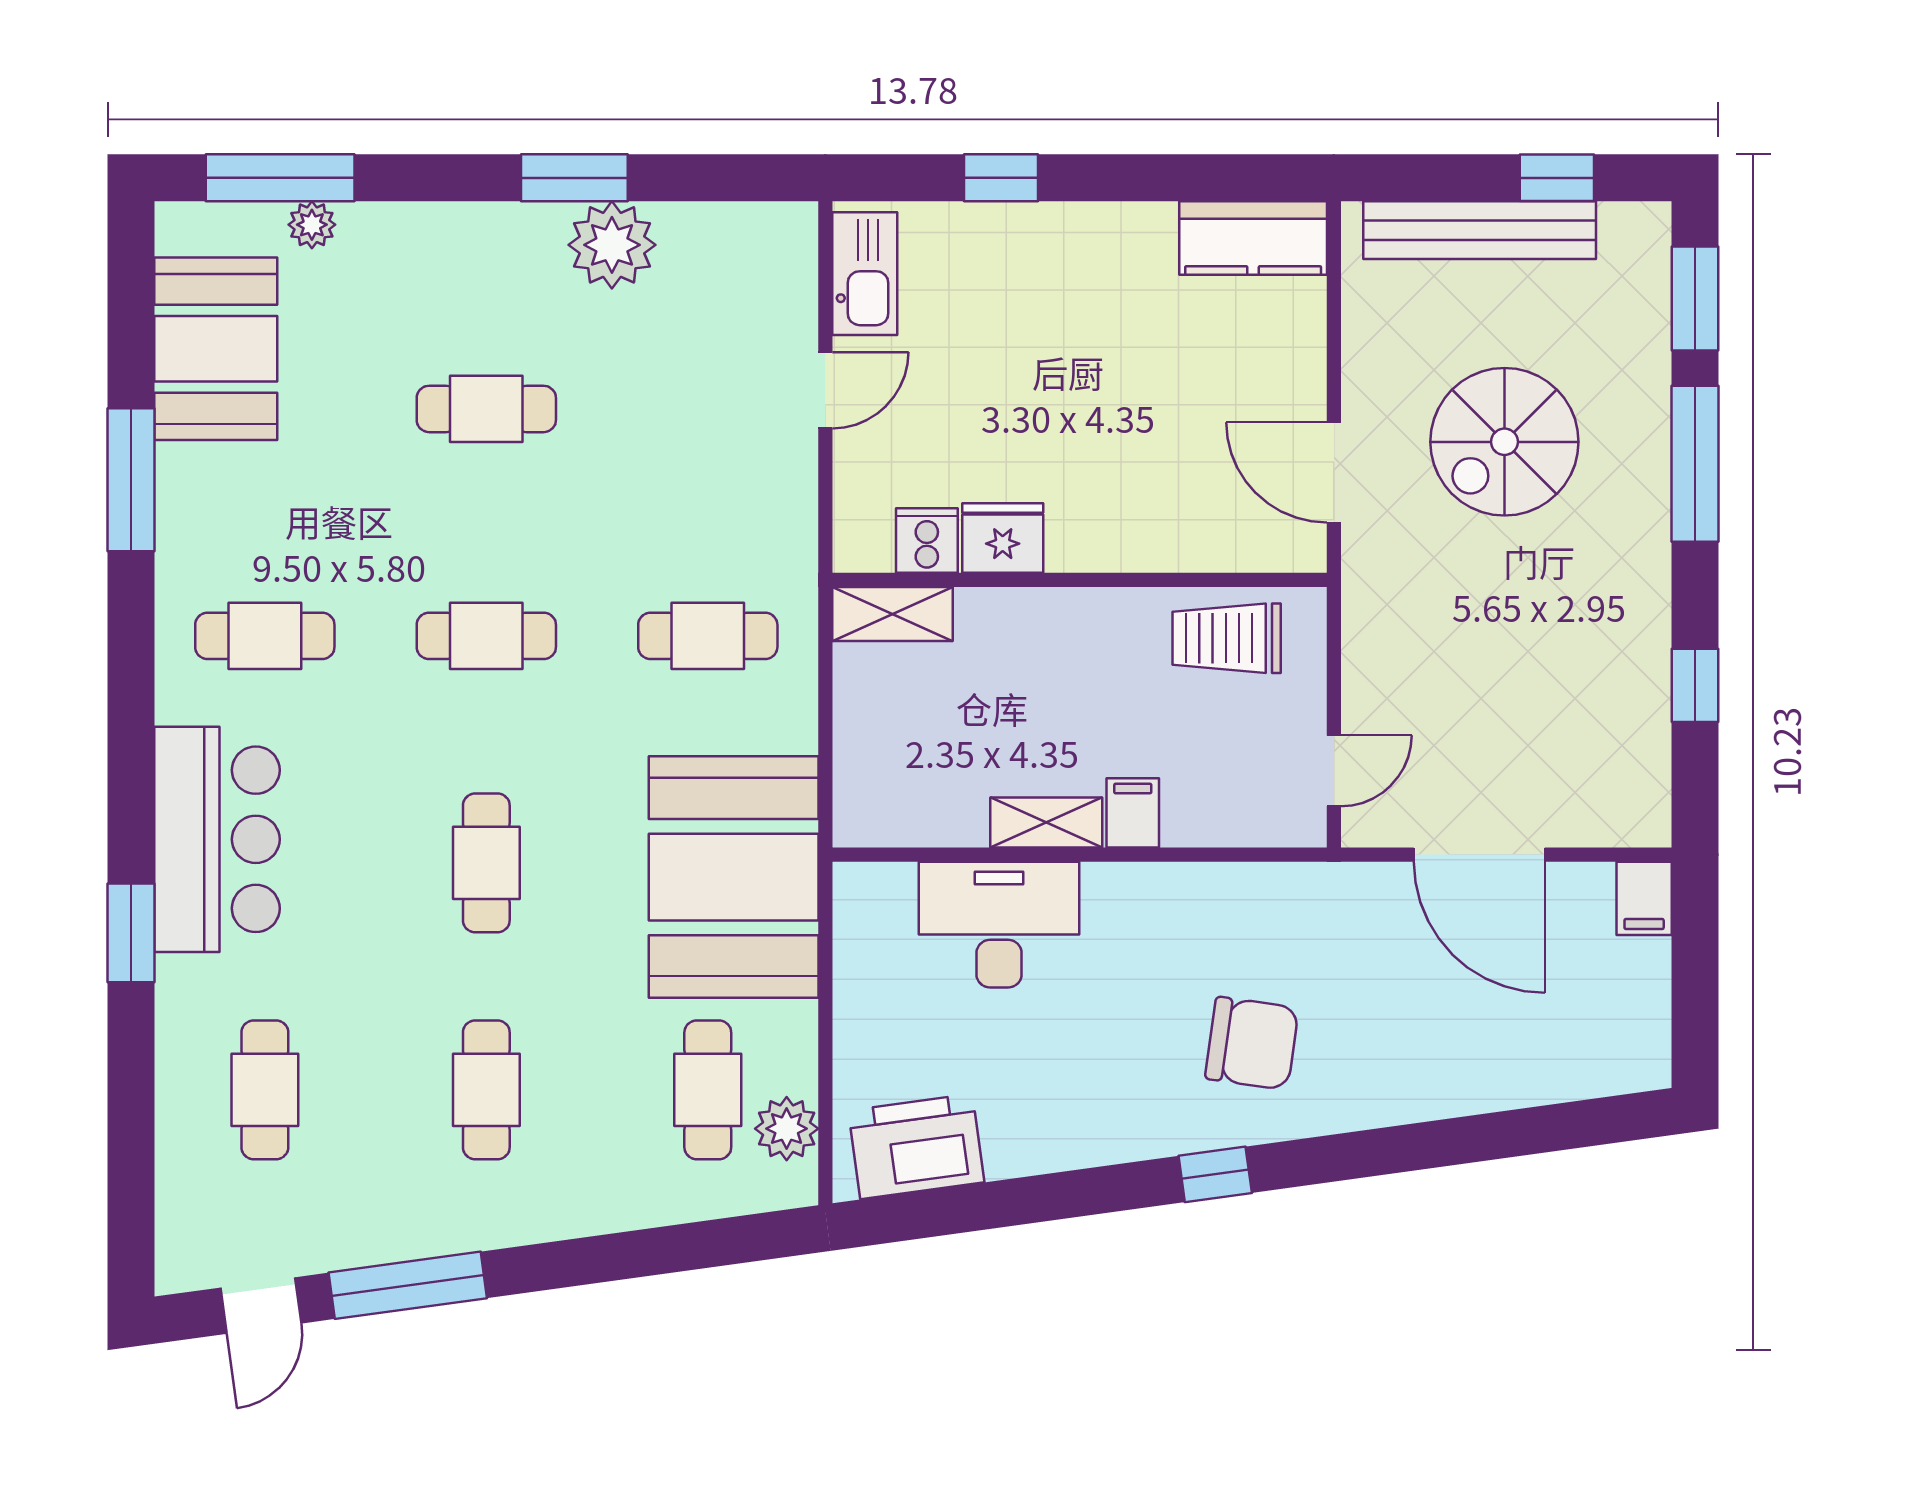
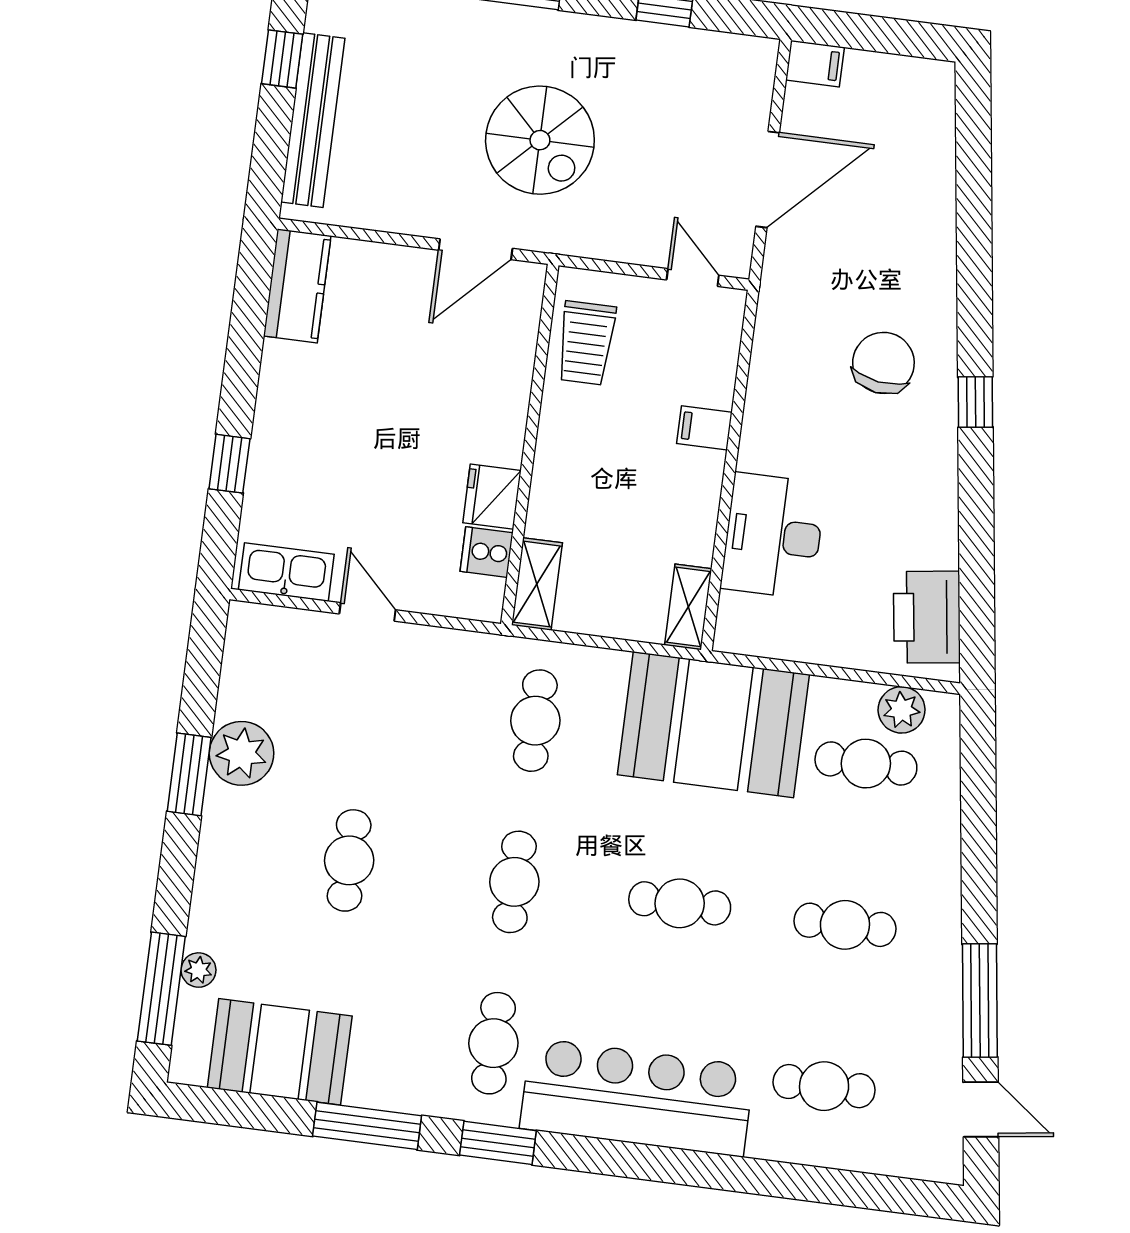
spiral stairs: (1504, 442) -> (540, 140), moved
shelving: (1046, 822) -> (688, 607), moved
bar counter: (217, 839) -> (637, 1097), width x1.36
window: (131, 933) -> (498, 1143), moved

